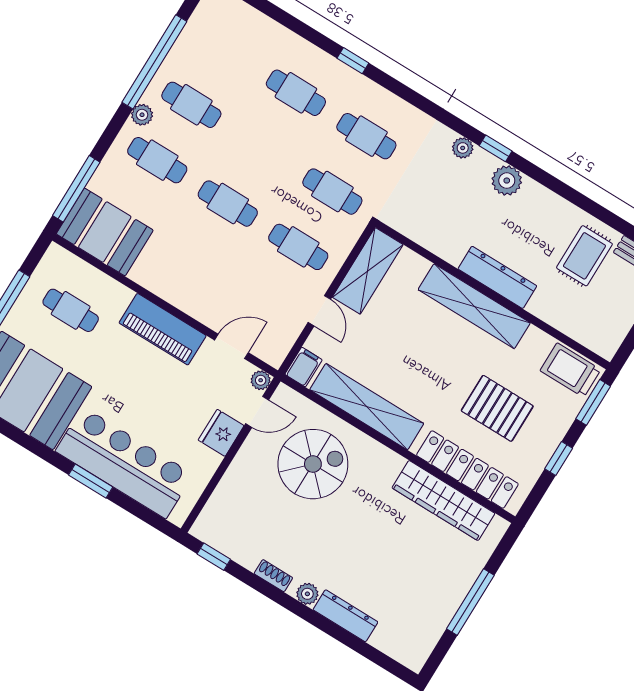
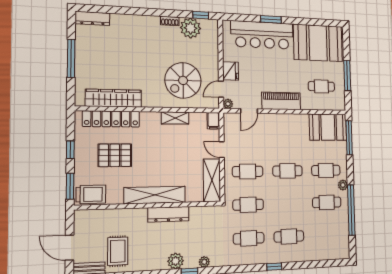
dresser: (497, 277) -> (168, 214), moved
shelving: (367, 407) -> (175, 118), width x0.45, depth x0.75
plant: (307, 594) -> (190, 28), moved, width x1.87, depth x1.87
dresser: (345, 616) -> (92, 18), moved

